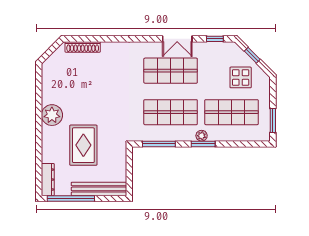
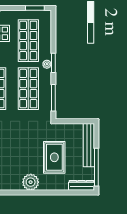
rug: (83, 145) -> (54, 157), turned 90

